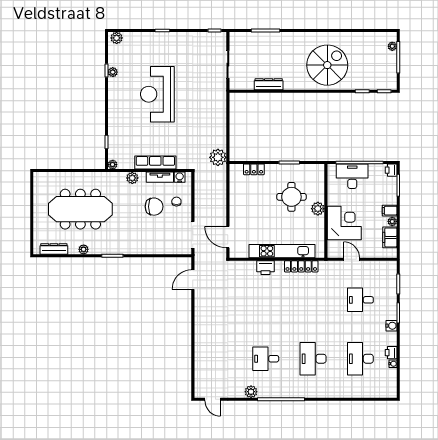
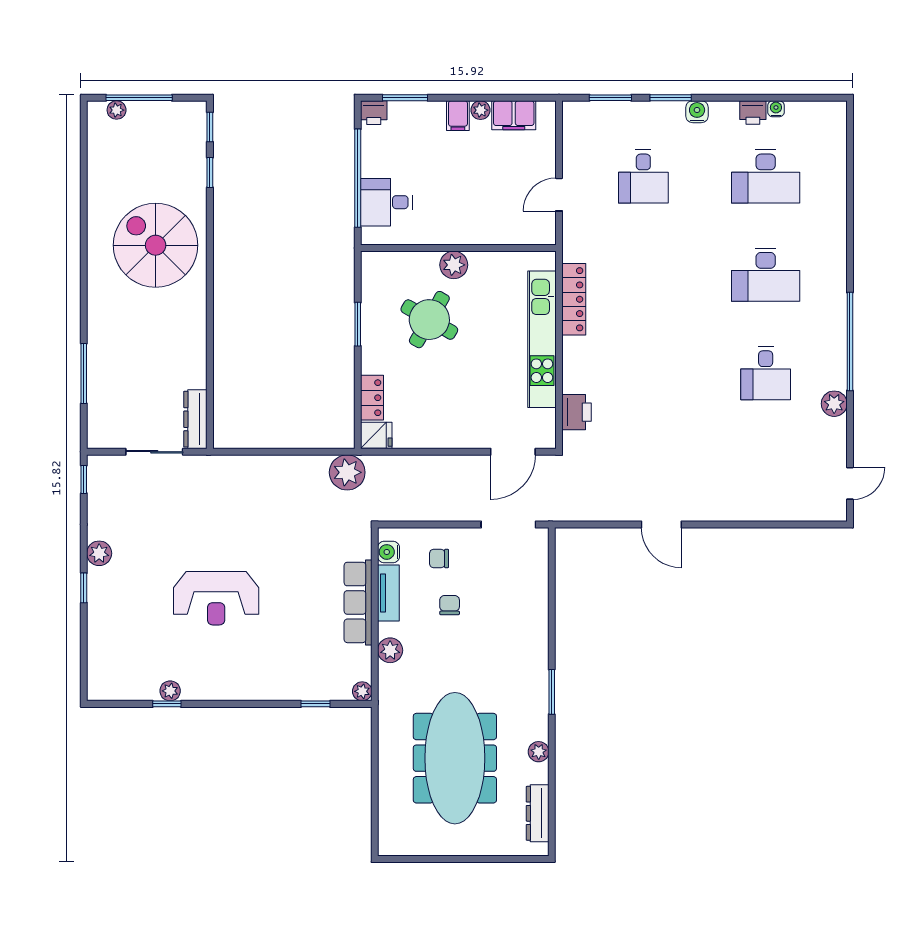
plant: (117, 38) -> (99, 553), moved
dresser: (269, 84) -> (195, 419), moved
reception desk: (157, 94) -> (216, 598), width x0.74, depth x0.77
fridge: (236, 171) -> (376, 435), added
desk: (352, 176) -> (386, 202), width x0.73
round table: (291, 197) -> (429, 320), turned 30
chair: (154, 207) -> (450, 605), width x0.54, depth x0.54
corner desk: (344, 223) -> (484, 210), removed
printer: (265, 268) -> (577, 412), moved
door: (193, 280) -> (661, 524), moved

